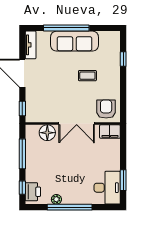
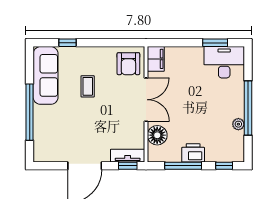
sofa: (75, 41) -> (46, 75), moved
tv unit: (31, 45) -> (128, 156), moved
armchair: (106, 109) -> (128, 64), turned -90
printer: (33, 192) -> (193, 153), moved

